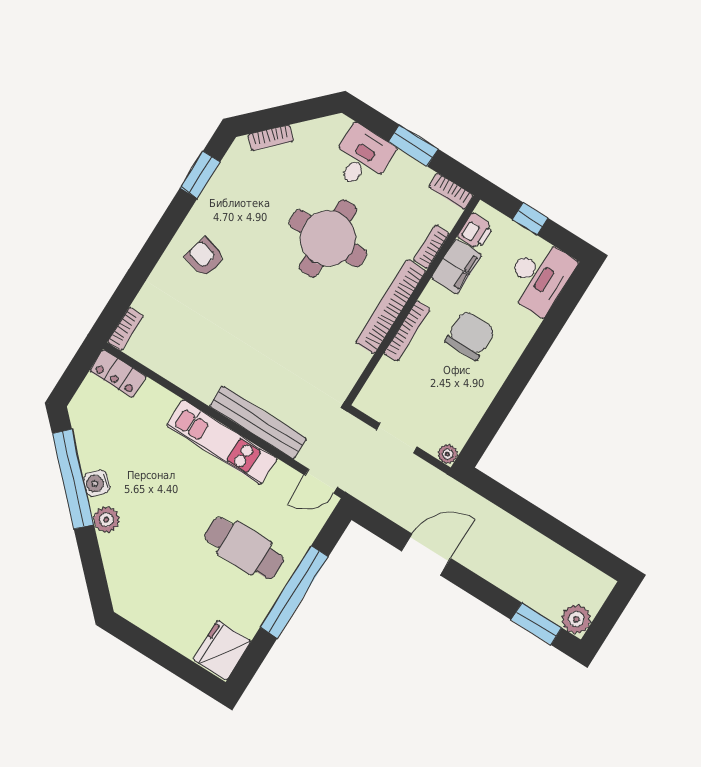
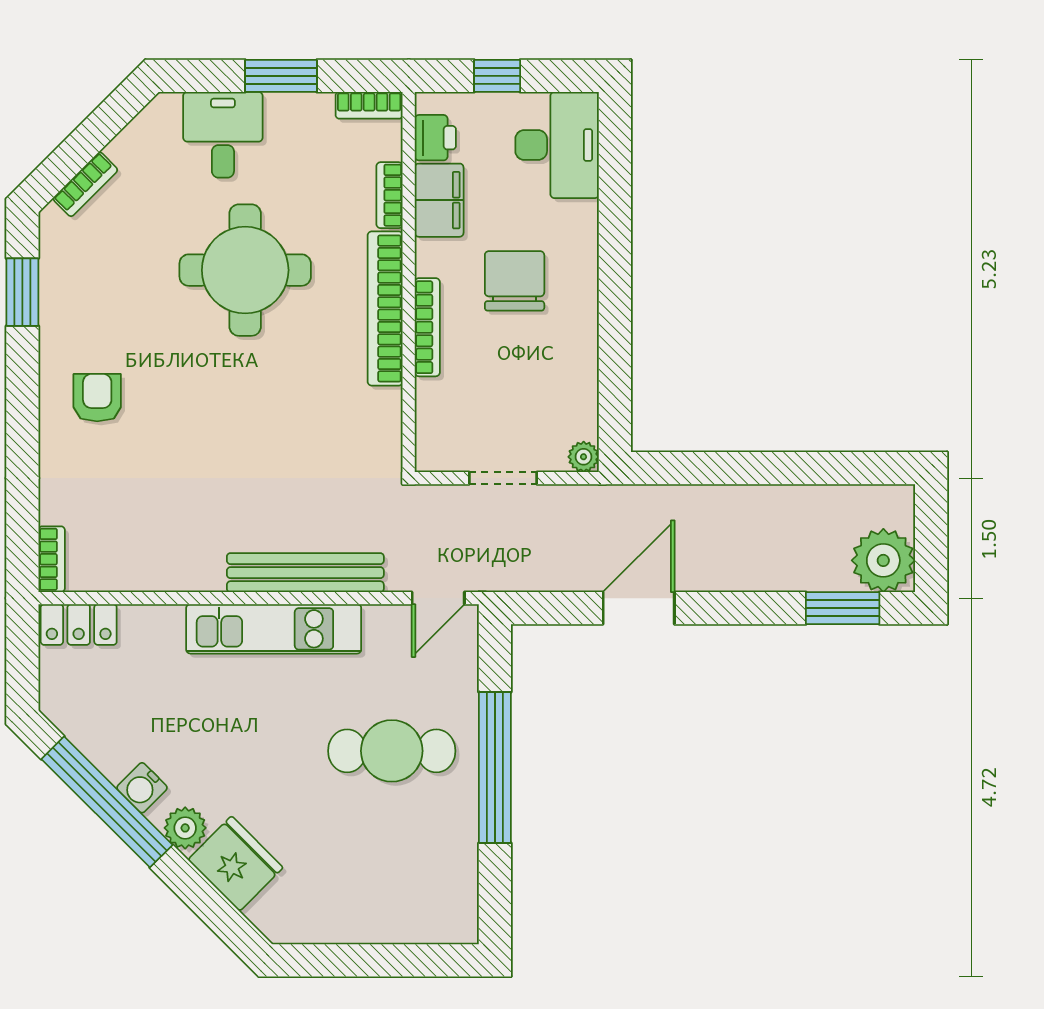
armchair: (205, 257) -> (97, 398), turned 75
plant: (576, 619) -> (883, 560), width x1.36, depth x1.36
fridge: (222, 651) -> (235, 864), moved, turned 135

